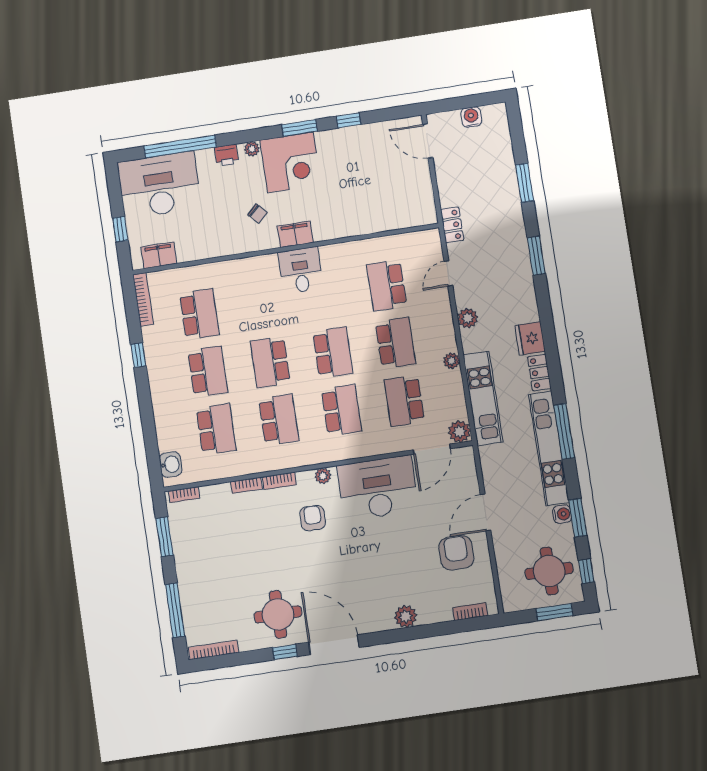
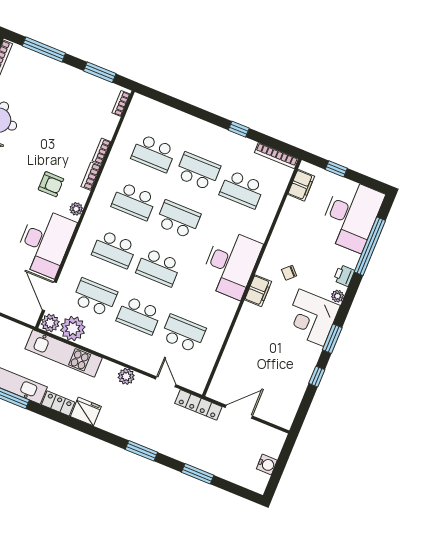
door: (428, 141) -> (239, 412), moved
locker: (452, 225) -> (198, 405), width x1.53
desk: (300, 270) -> (231, 264), width x1.87, depth x1.30
plant: (452, 361) -> (73, 329), moved, width x1.88, depth x1.88
school desk: (208, 372) -> (198, 171), turned 180
washbasin: (171, 464) -> (148, 106), removed

